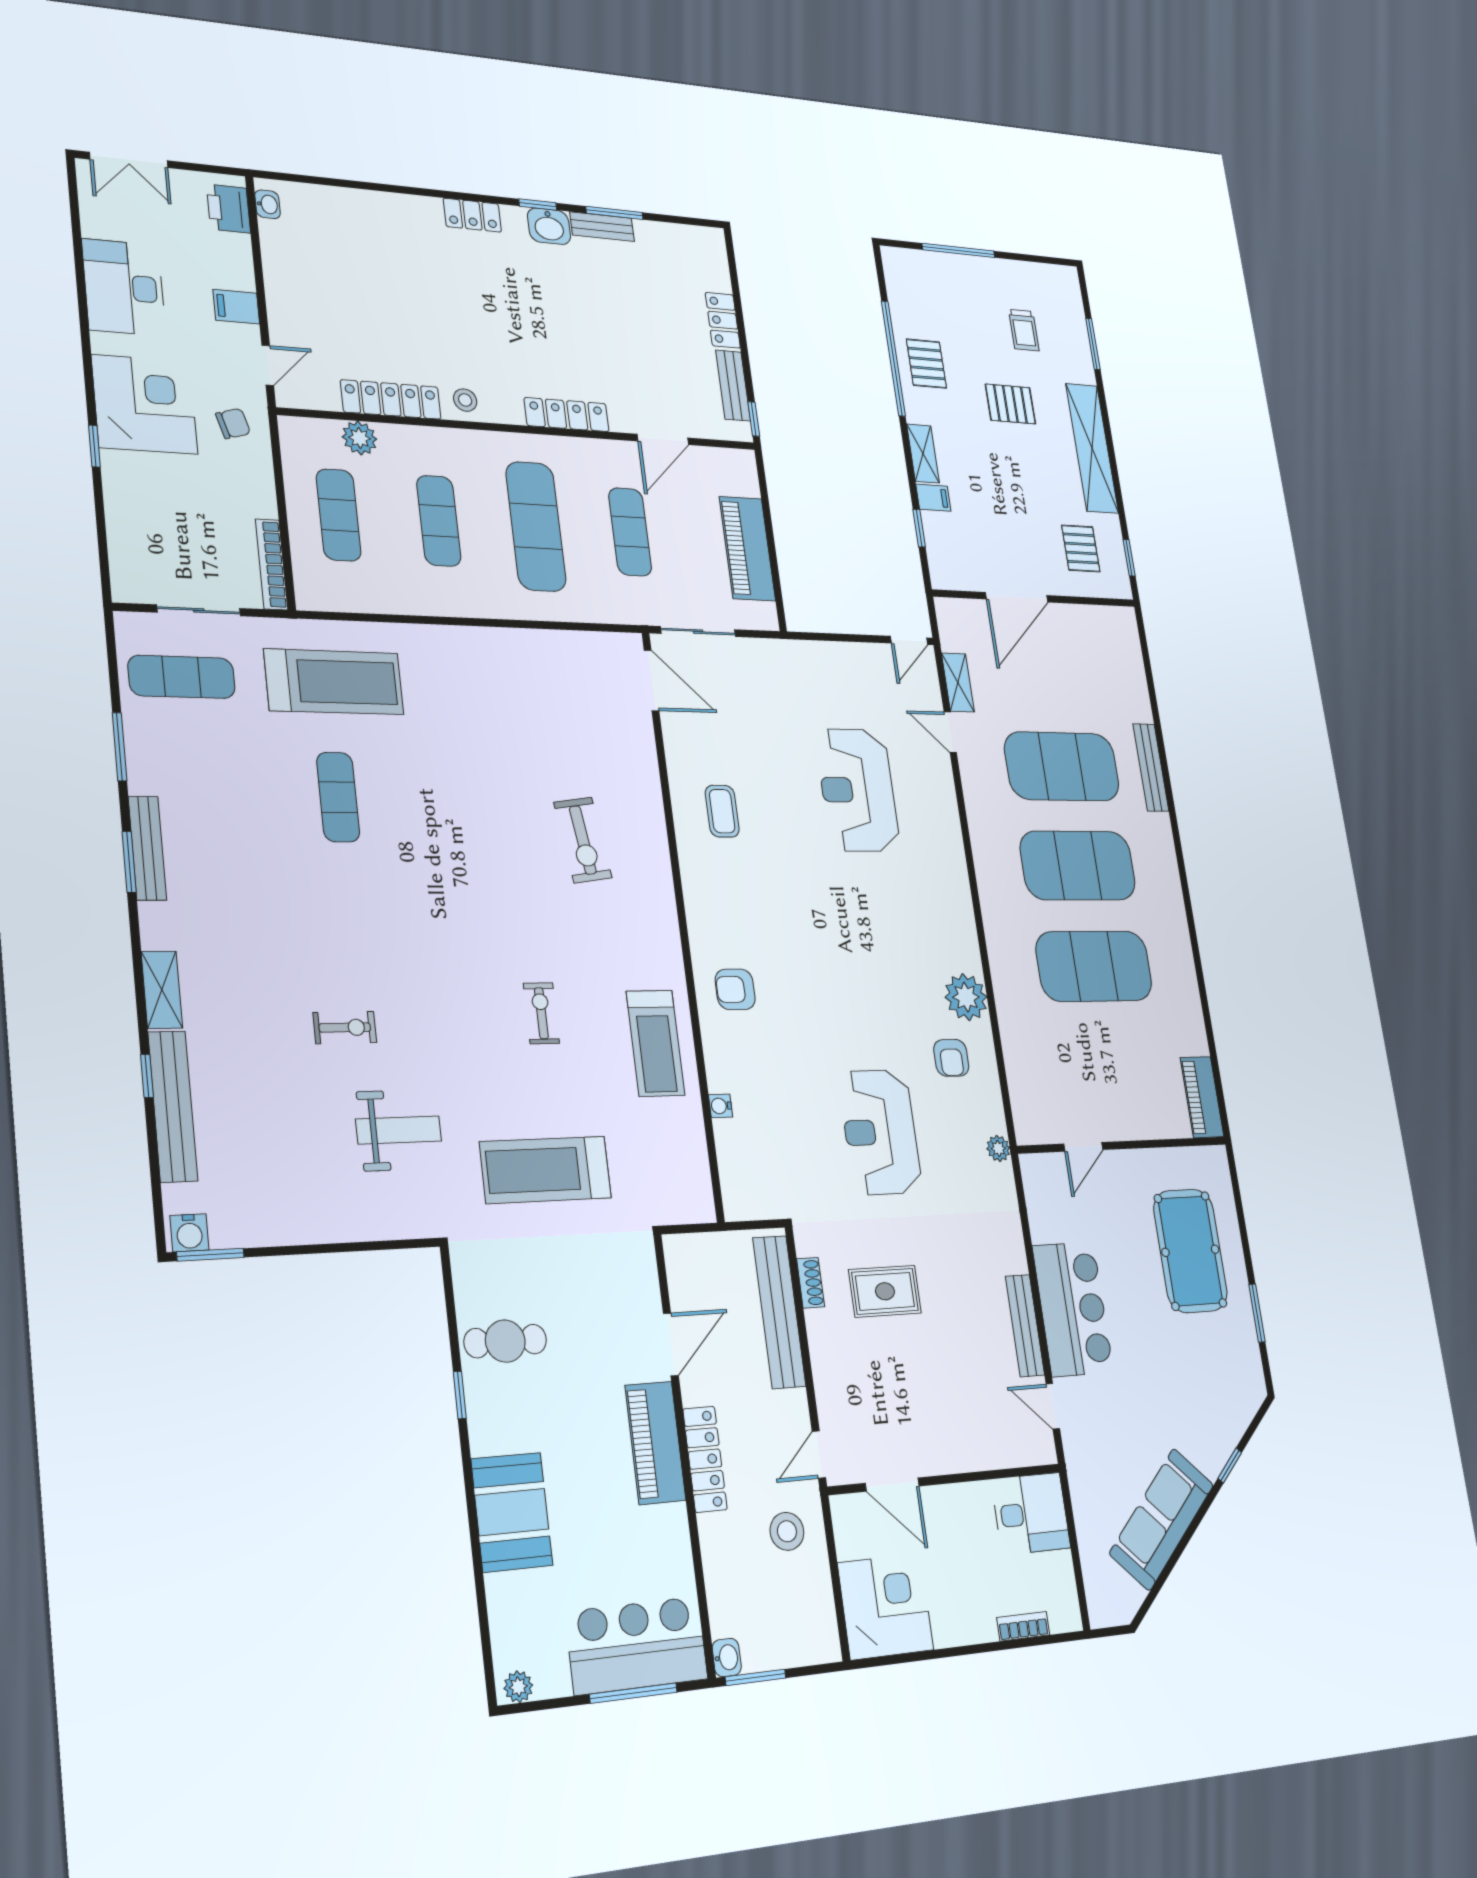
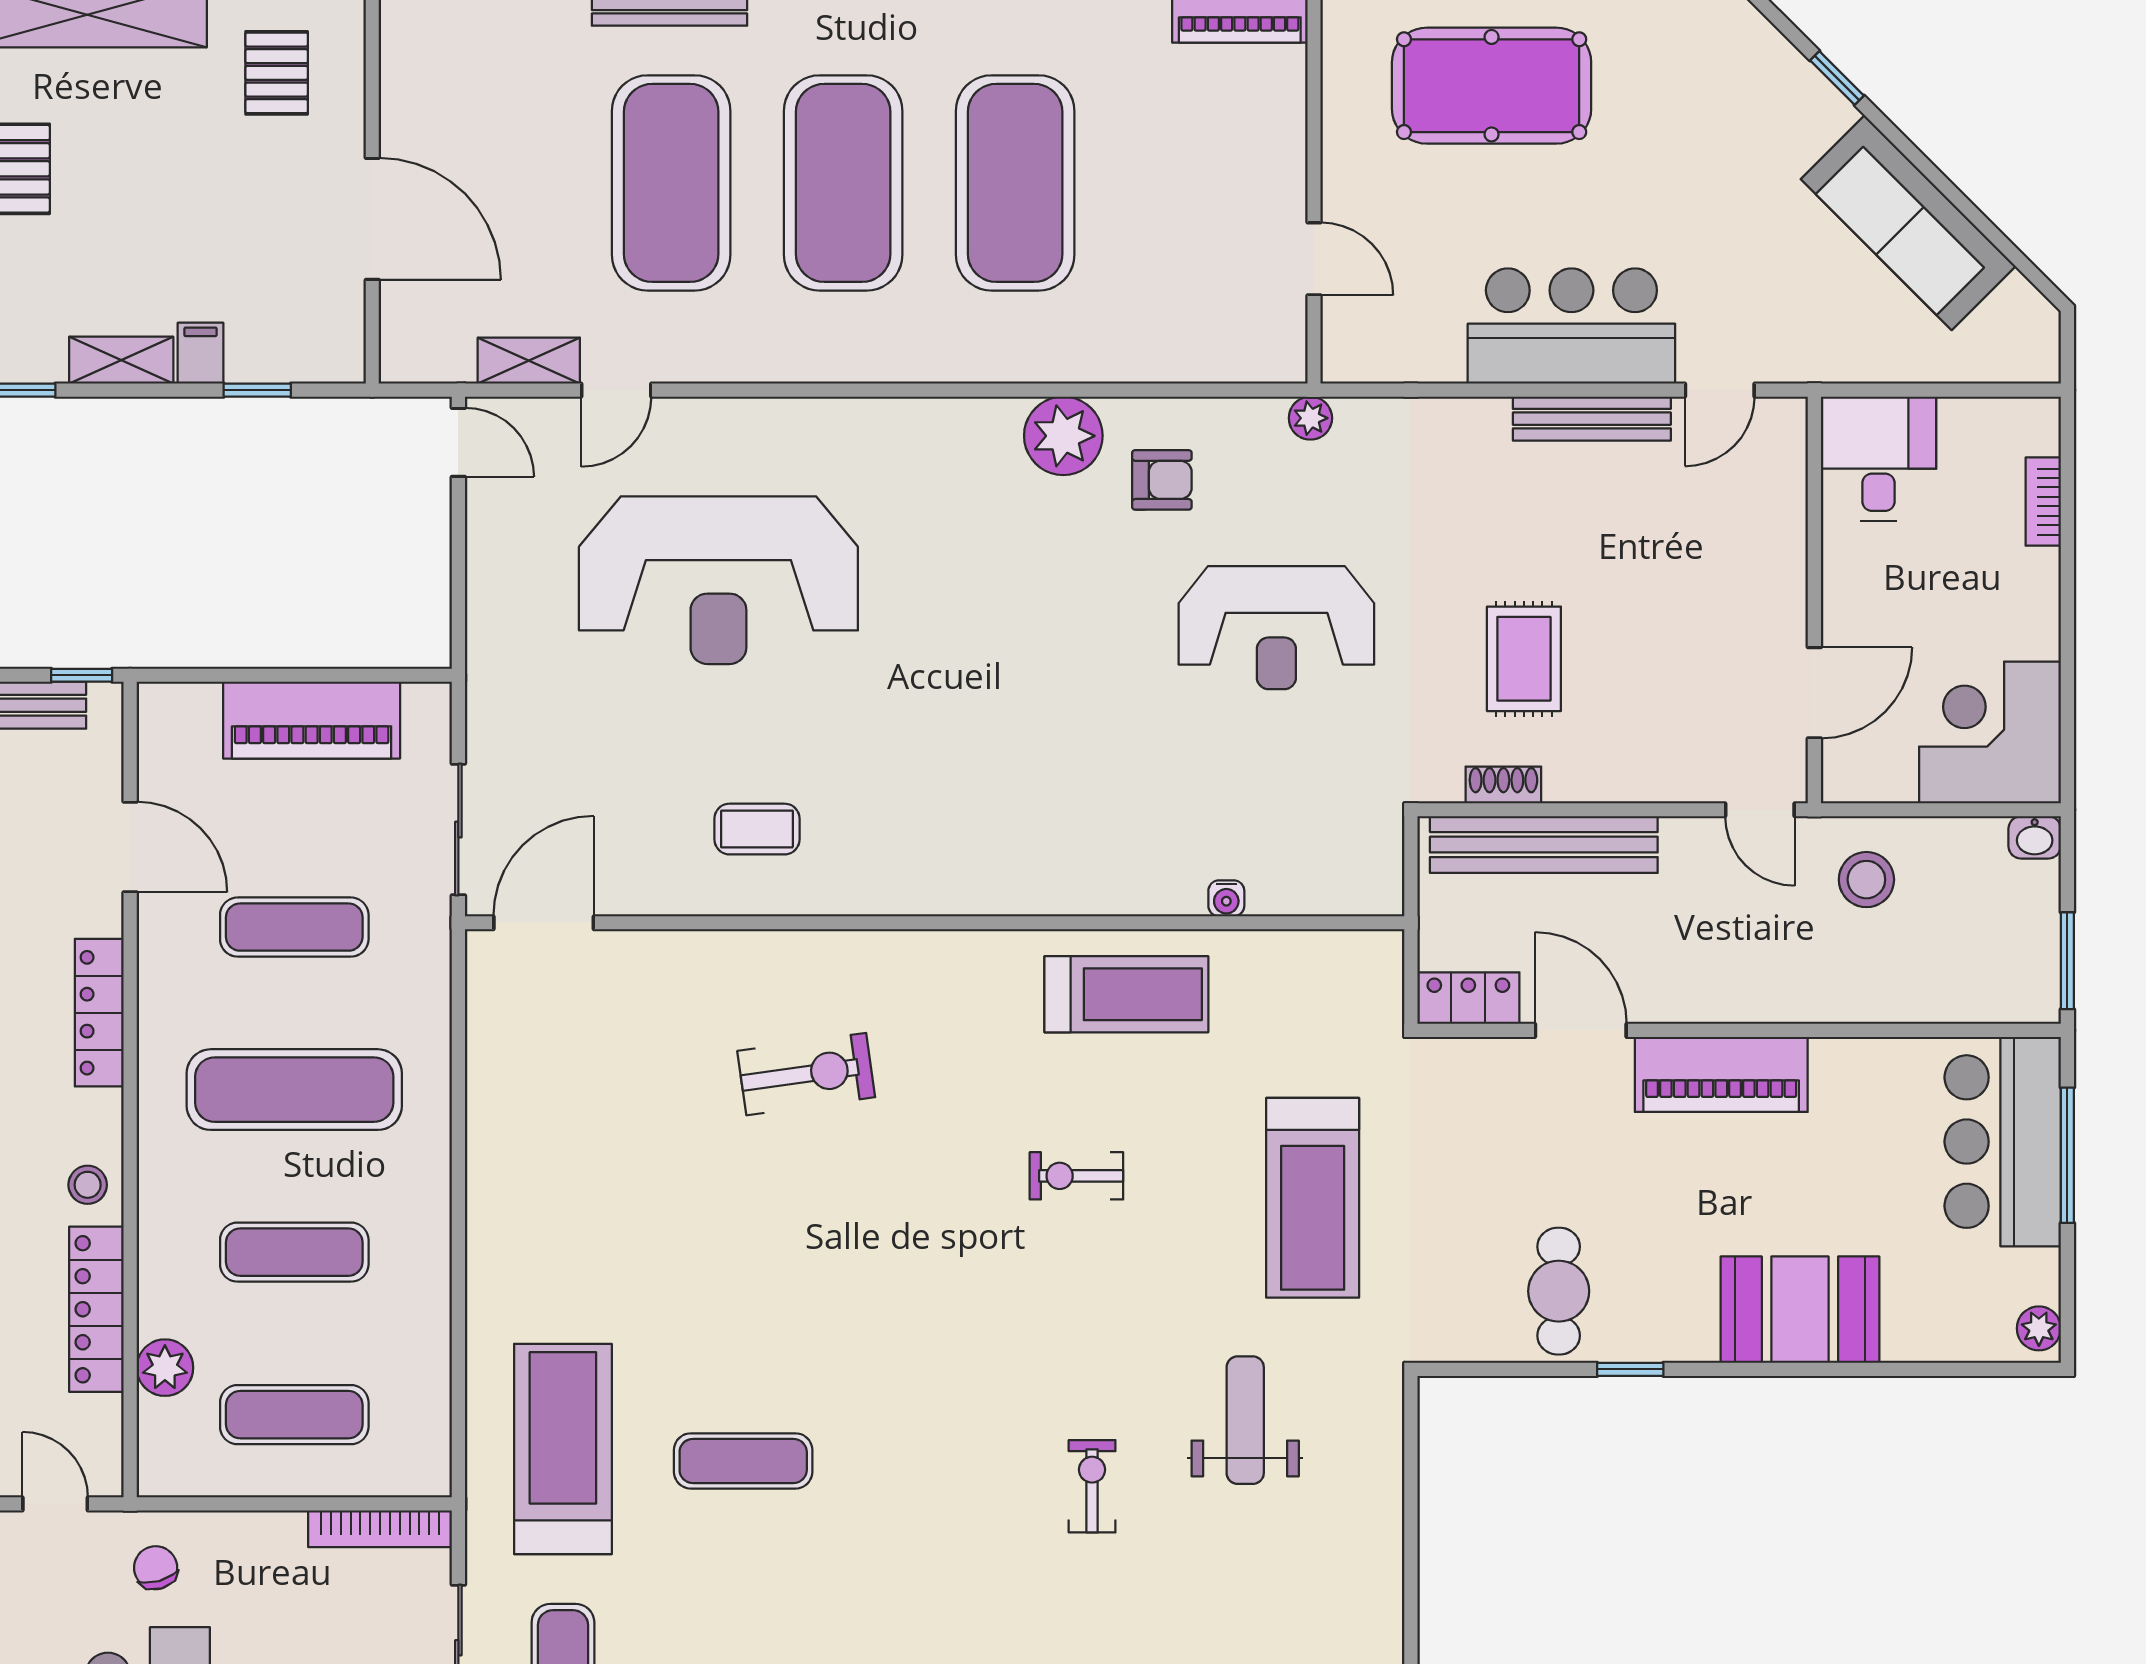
pallet: (1081, 548) -> (277, 73), turned 90
reception desk: (858, 790) -> (718, 580), width x1.36, depth x1.30
armchair: (735, 989) -> (1045, 847), removed
locker: (705, 1459) -> (1468, 998), moved, width x0.66
washbasin: (727, 1658) -> (2035, 837), moved, turned 180

